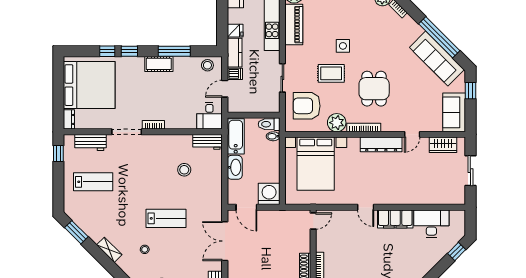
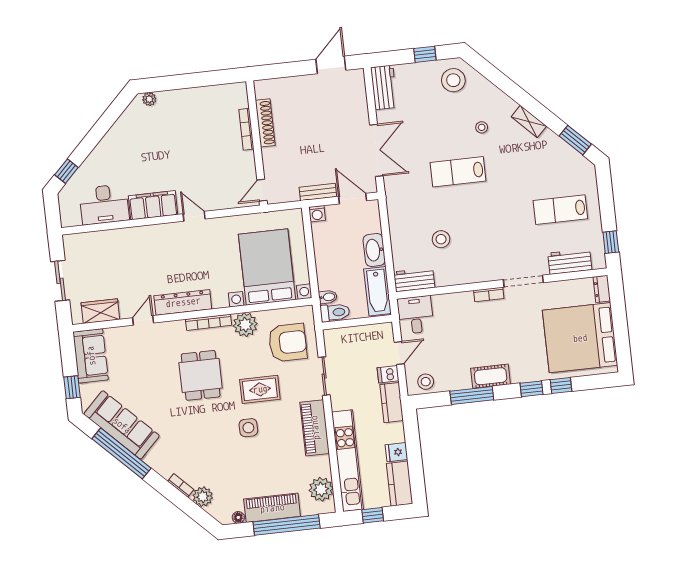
piano: (294, 25) -> (315, 428), moved
fridge: (235, 31) -> (396, 452), moved
washing machine: (269, 194) -> (317, 214), width x0.53, depth x0.53
bench: (272, 215) -> (318, 192), added

